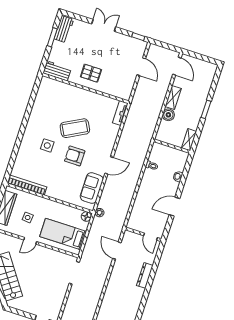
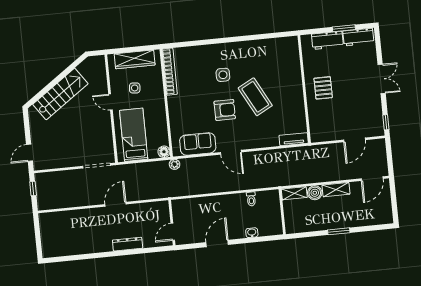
workbench: (57, 71) -> (327, 40), moved, turned 90
shelving: (189, 140) -> (294, 193), moved
armchair: (75, 156) -> (225, 110), turned 90
door: (174, 207) -> (217, 243), hinge flipped
door: (117, 251) -> (115, 204), moved

